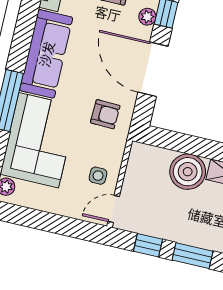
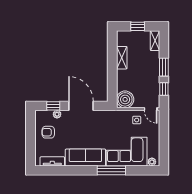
door: (153, 69) -> (81, 106), swing flipped
armchair: (105, 114) -> (107, 123), removed
boiler: (188, 172) -> (125, 99), moved

